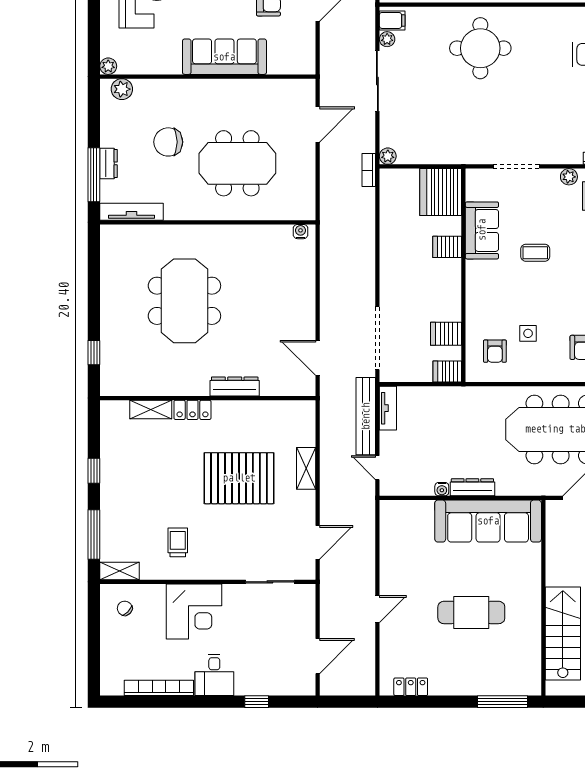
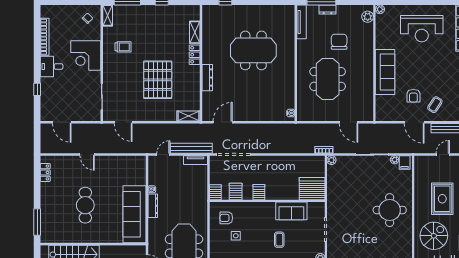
server rack: (447, 247) -> (259, 192), moved
shelving: (306, 468) -> (189, 116), moved

